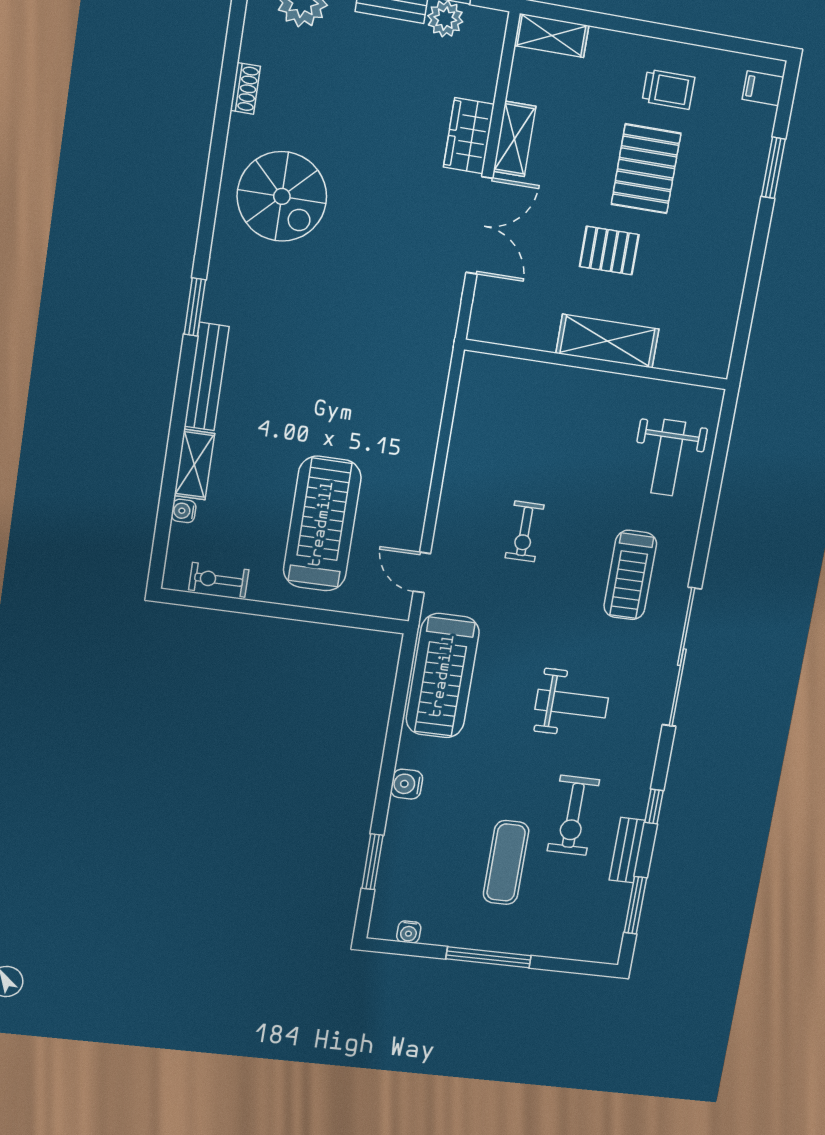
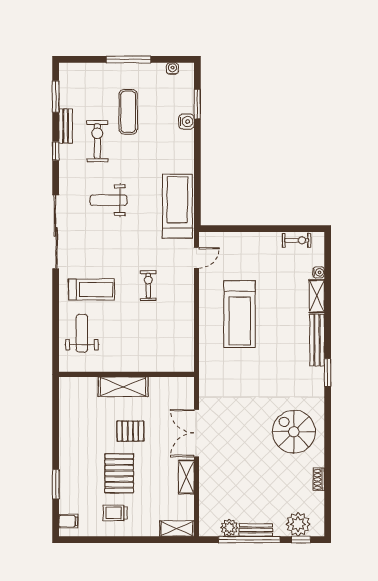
wardrobe: (469, 136) -> (209, 475), removed
treadmill: (322, 524) -> (240, 314), moved
door: (422, 572) -> (196, 258), hinge flipped
treadmill: (630, 575) -> (92, 290), moved, turned 90
water cooler: (407, 784) -> (186, 122), moved

